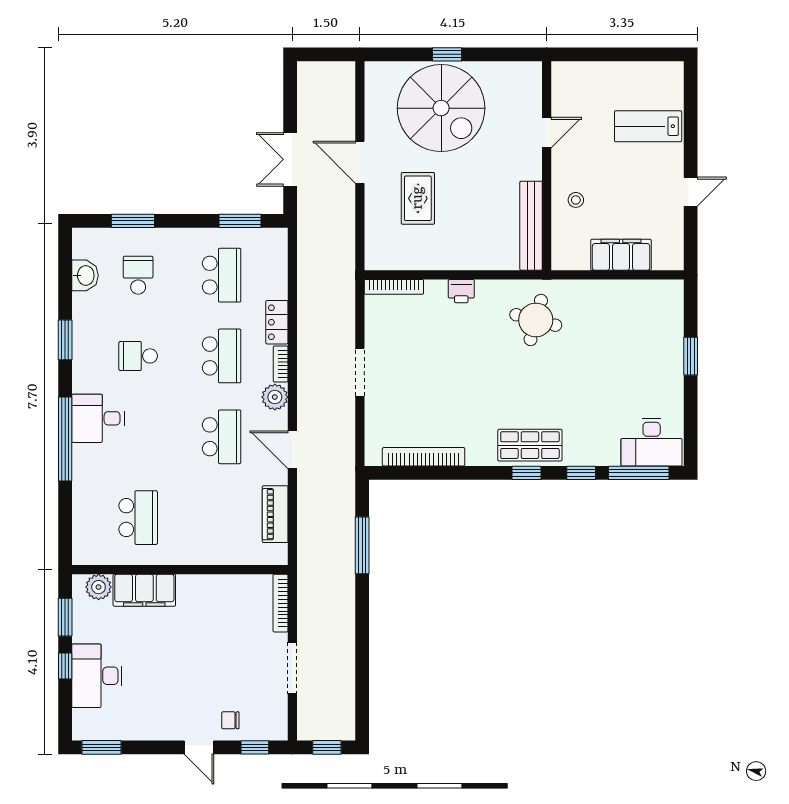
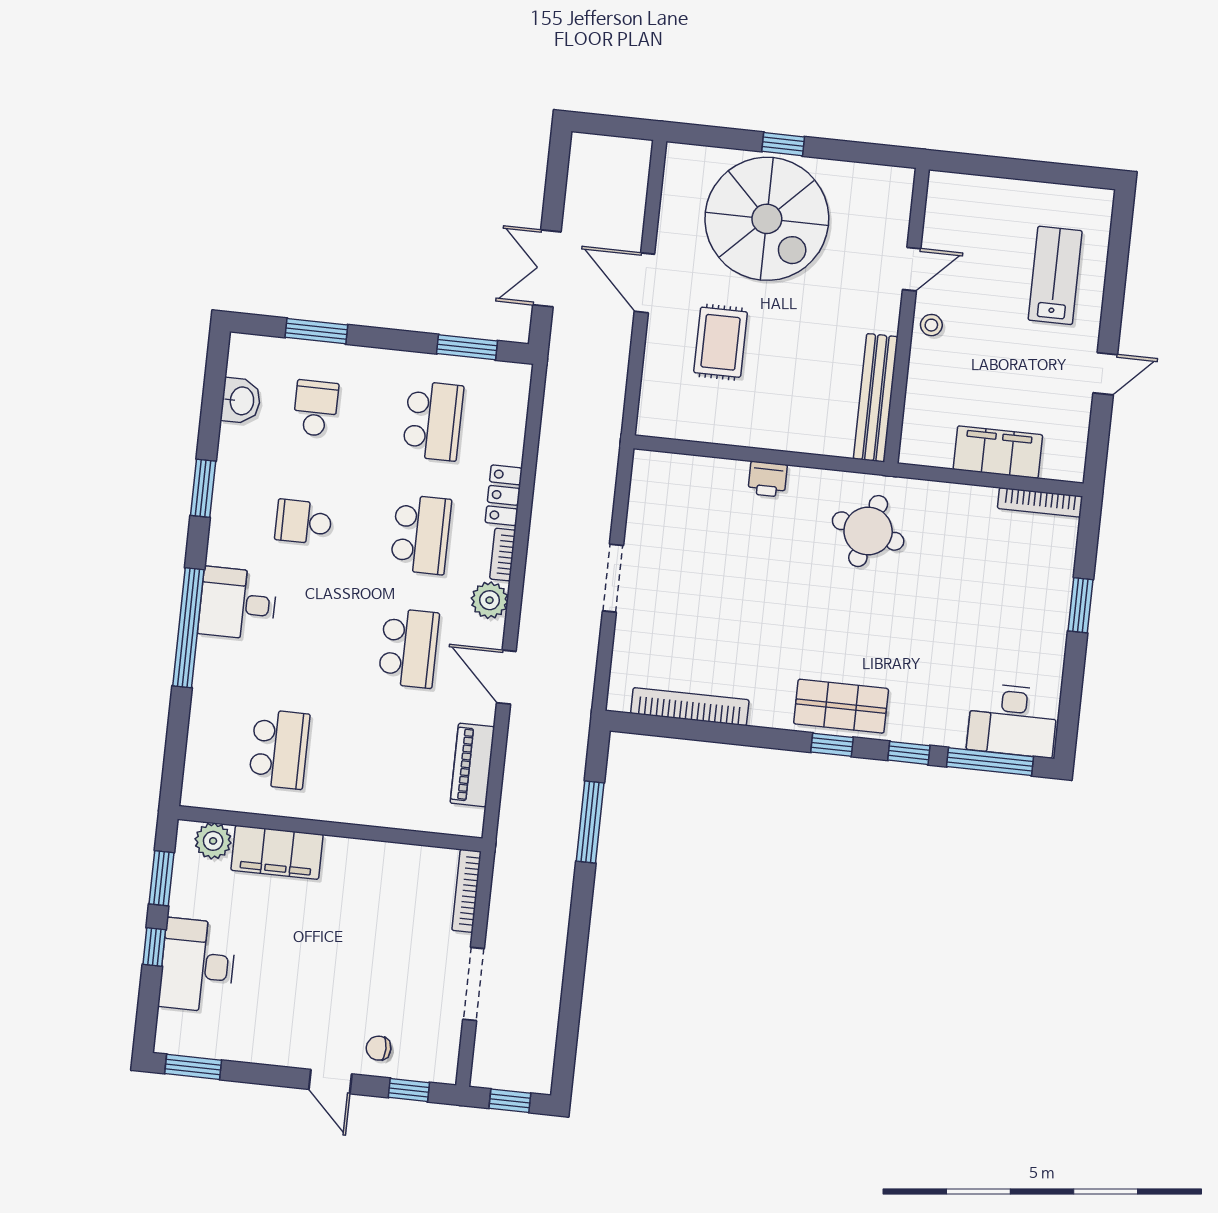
lab bench: (648, 126) -> (1055, 275), turned 90
stool: (576, 200) -> (931, 325), moved
bookcase: (394, 287) -> (1040, 502), moved

